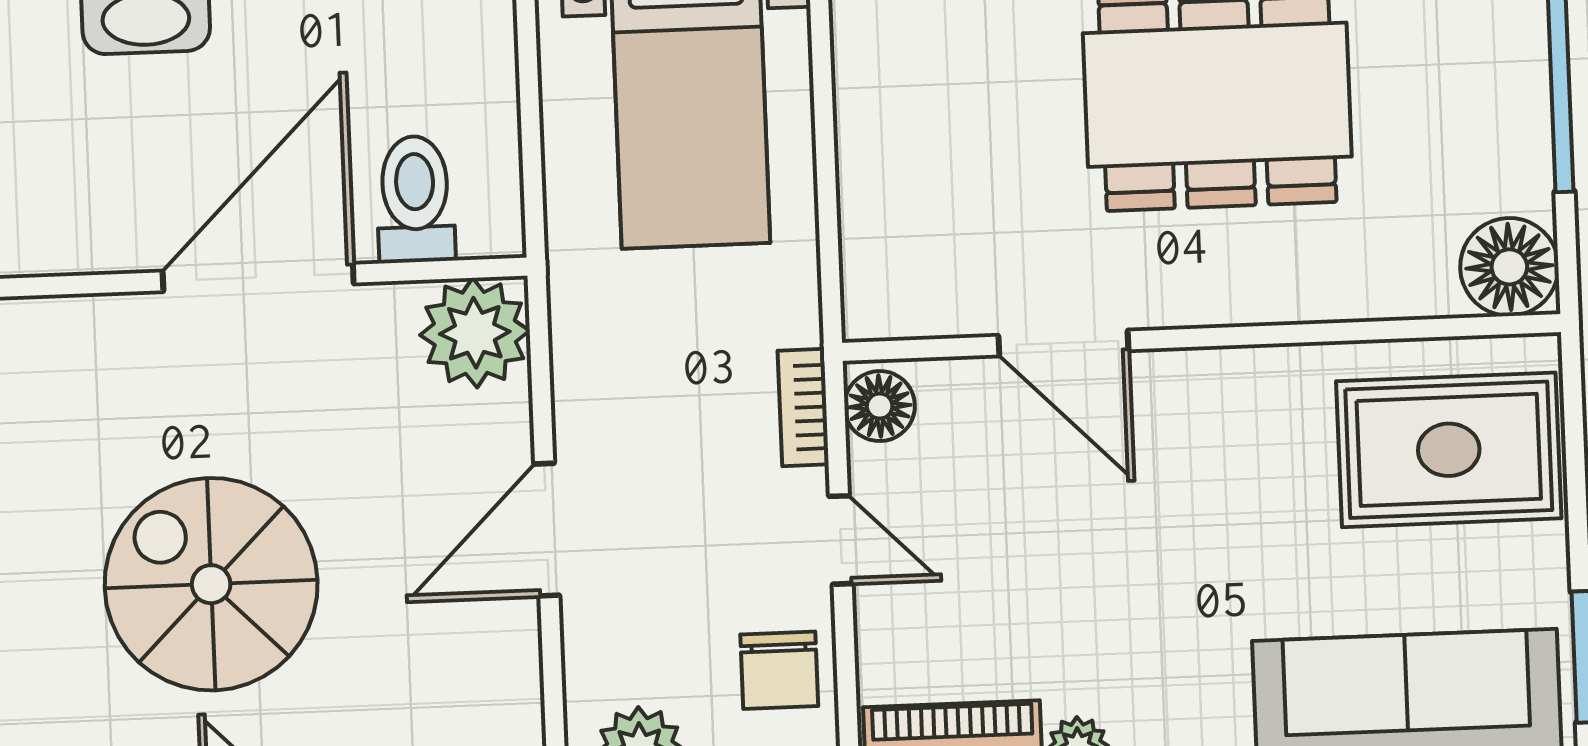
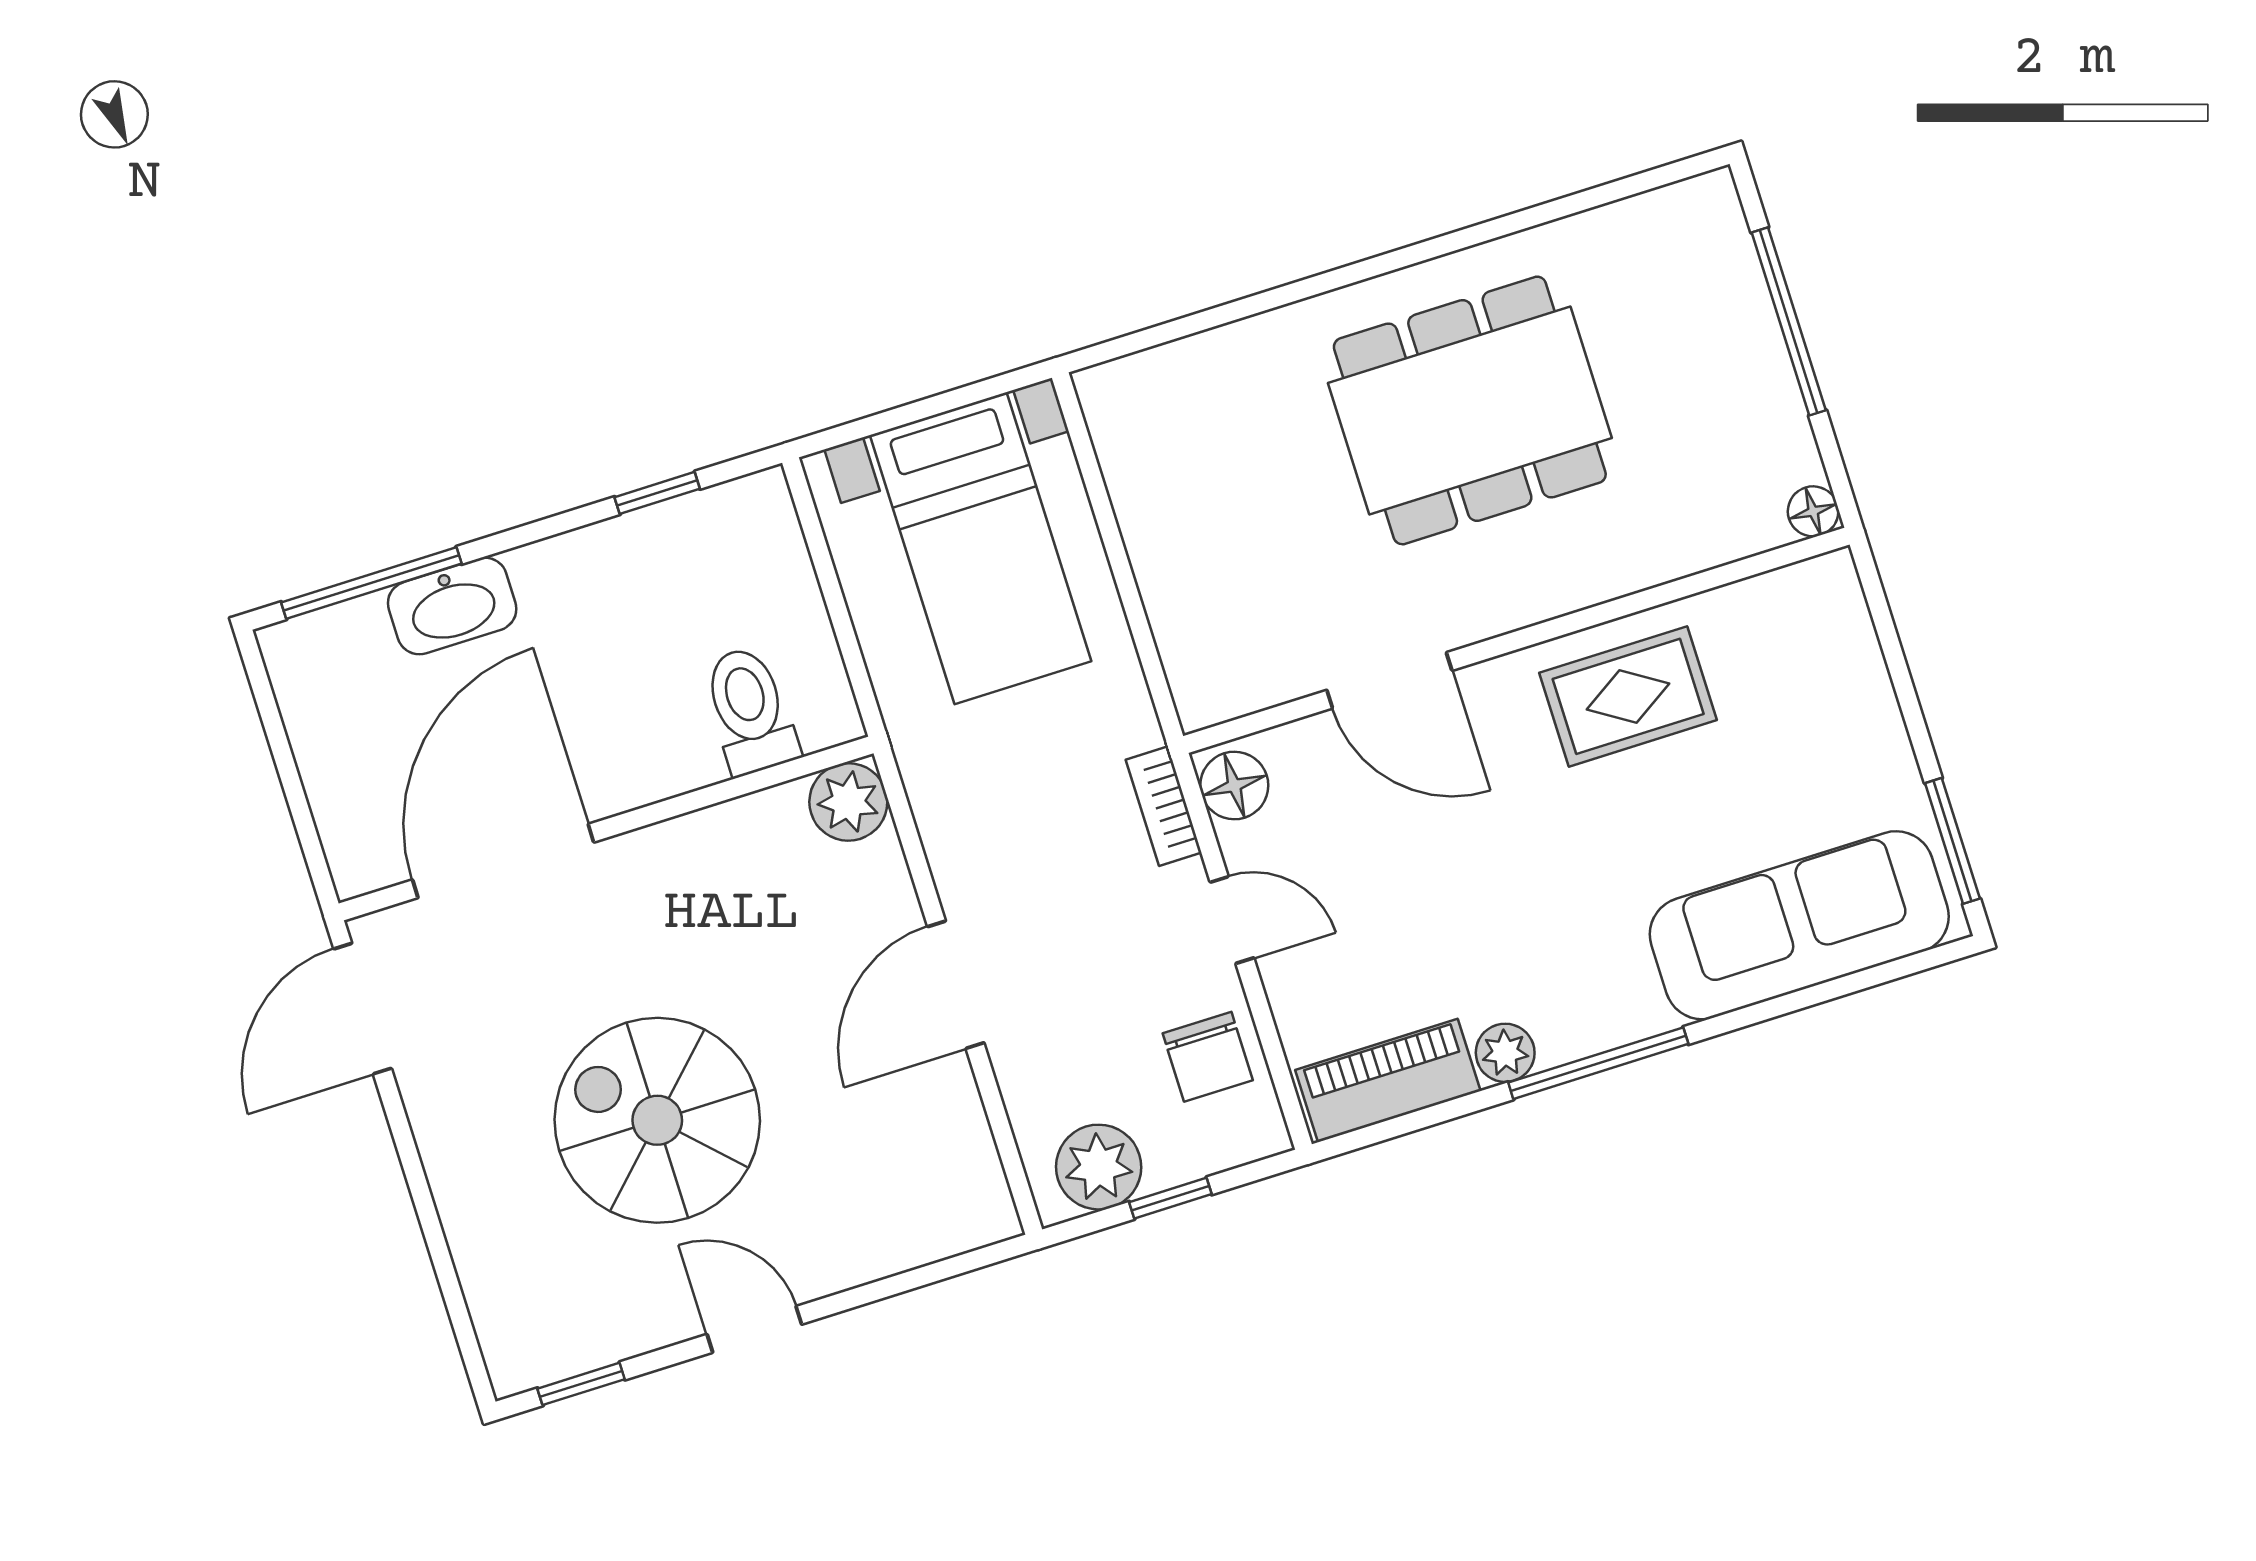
floor lamp: (1509, 267) -> (1813, 511), width x0.53, depth x0.53
door: (258, 277) -> (503, 861), moved
plant: (475, 333) -> (848, 802), width x0.73, depth x0.73
rug: (1449, 450) -> (1628, 696), moved, width x0.73, depth x0.70

